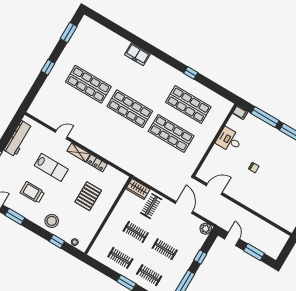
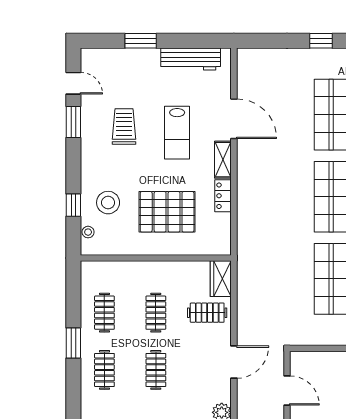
door: (61, 135) -> (234, 119), width x1.88
pallet: (88, 196) -> (167, 212), width x1.37, depth x1.41
stool: (52, 221) -> (108, 203), moved

